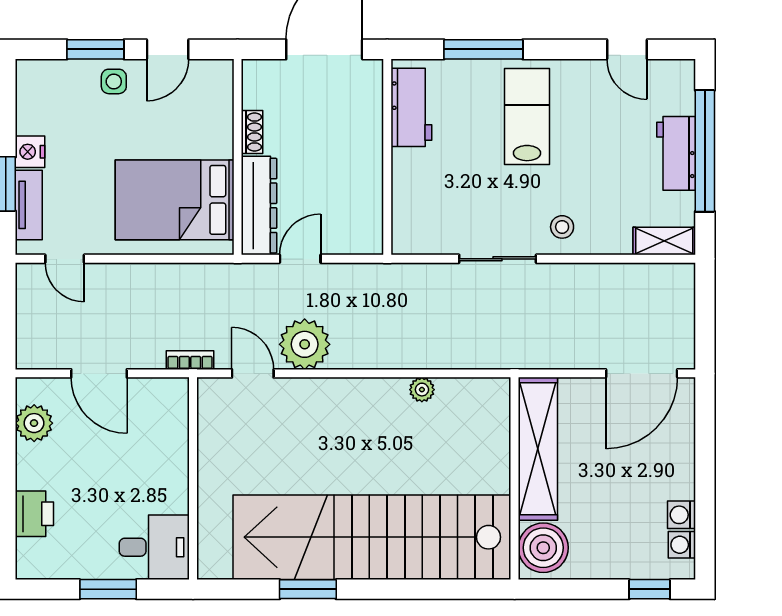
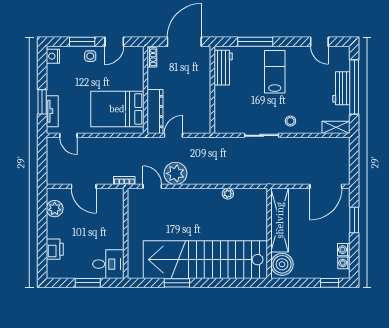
shoe rack: (252, 132) -> (152, 57), moved
nightstand: (30, 152) -> (53, 56), moved
window: (705, 449) -> (354, 220), added

